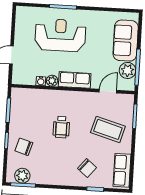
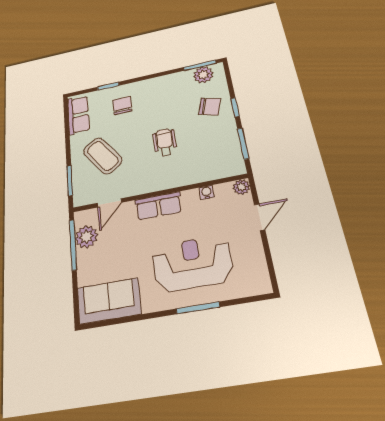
reception desk: (60, 35) -> (192, 263), turned 180
sofa: (126, 41) -> (109, 301), moved, turned -90
plant: (52, 81) -> (241, 187), moved
coffee table: (108, 129) -> (103, 156), turned 39
chair: (87, 168) -> (122, 105), turned 50

